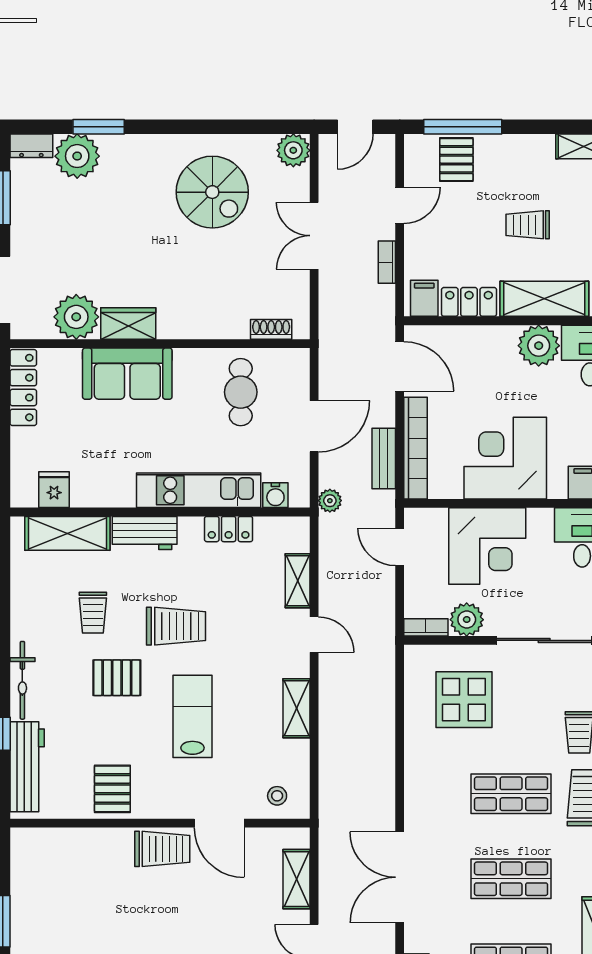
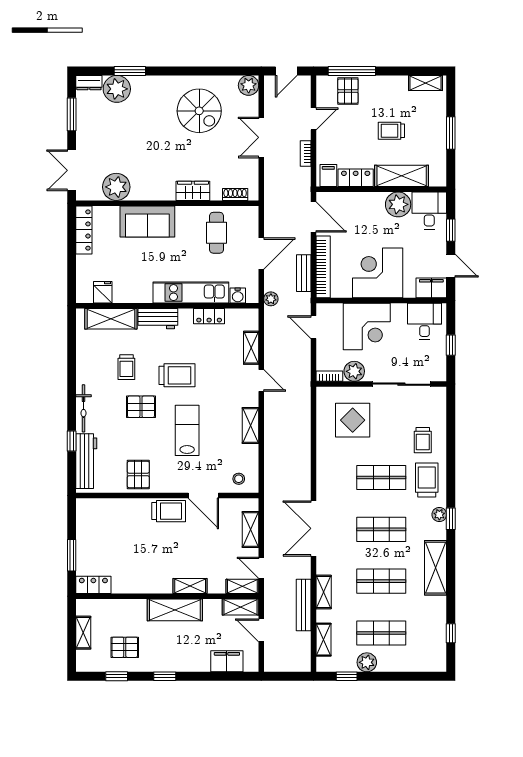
wardrobe: (128, 323) -> (193, 191), moved

